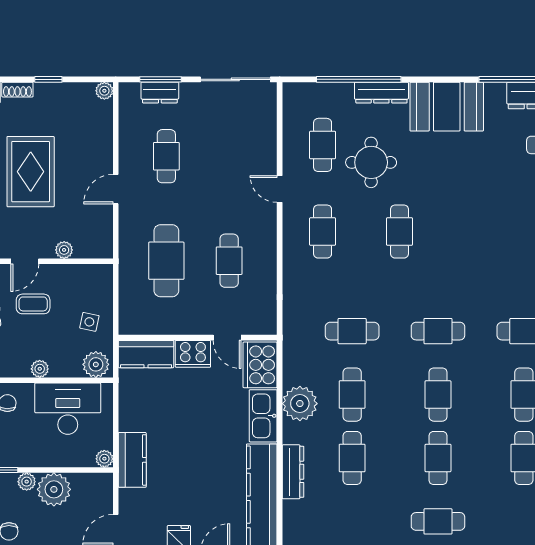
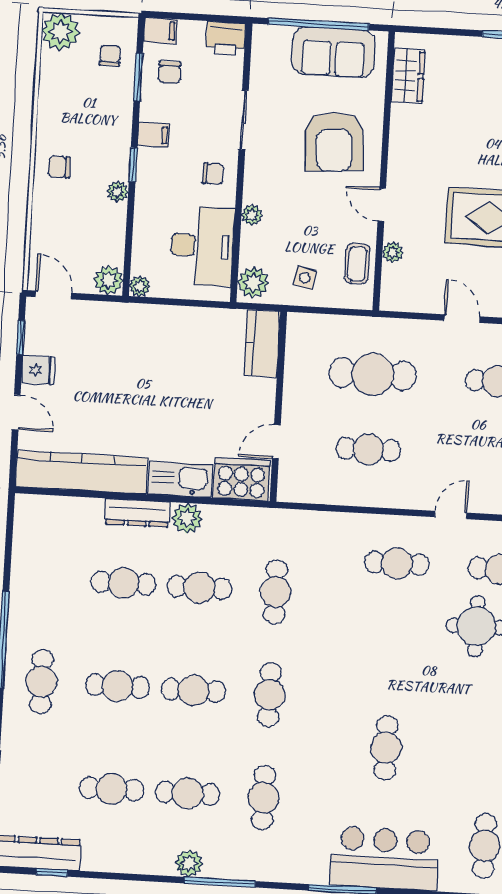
cafe table: (399, 232) -> (386, 748), moved, turned 90
coffee table: (33, 304) -> (357, 264), moved
cooker: (193, 354) -> (259, 400), removed
plant: (300, 404) -> (187, 518), width x0.73, depth x0.73
kitchen counter: (132, 460) -> (136, 320), removed
dresser: (293, 472) -> (137, 513), moved
plant: (54, 489) -> (108, 280), moved, width x0.73, depth x0.73

